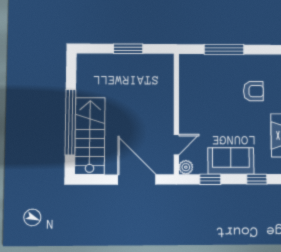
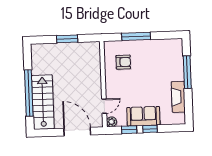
armchair: (253, 91) -> (123, 62), moved
window: (257, 179) -> (150, 129), moved

